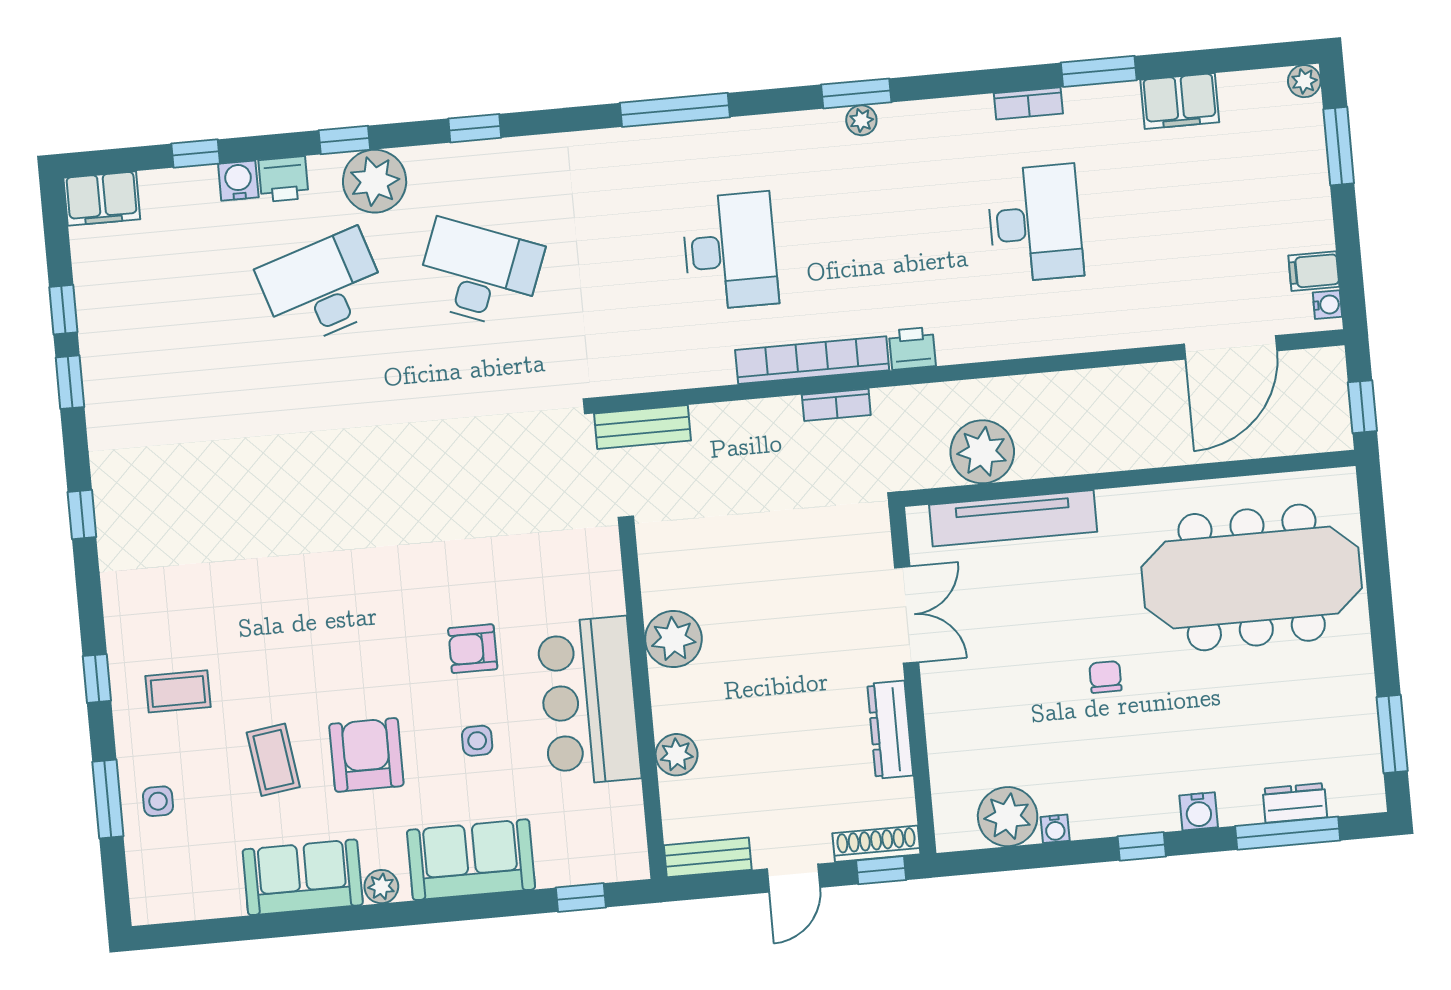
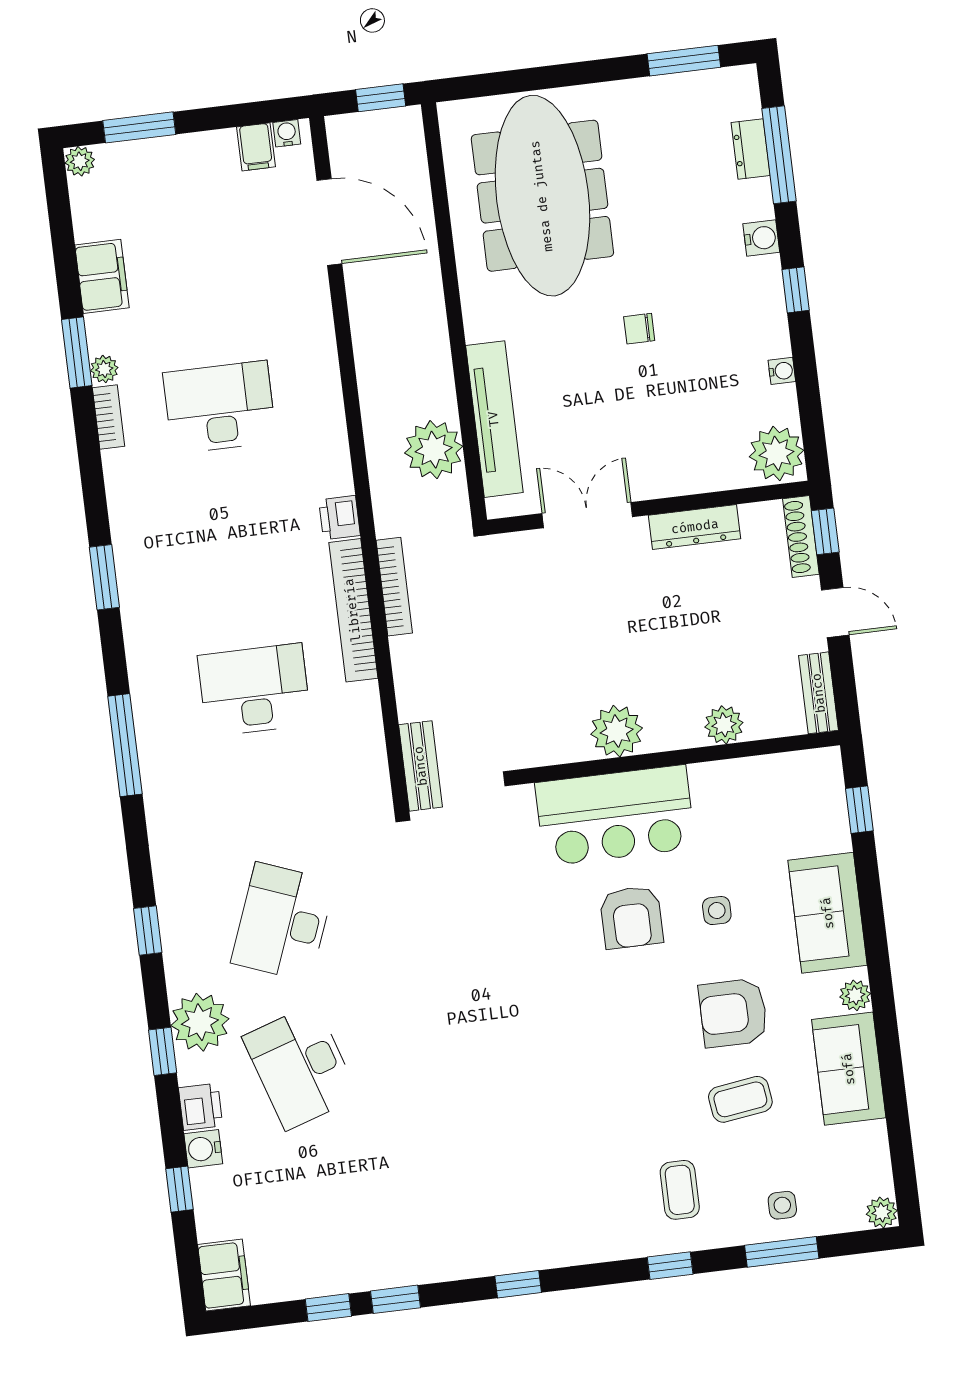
plant: (861, 120) -> (104, 369), moved
bookcase: (836, 405) -> (394, 587), width x1.56
armchair: (473, 649) -> (631, 917), width x1.38, depth x1.38
bar counter: (589, 701) -> (615, 815), moved
plant: (1008, 817) -> (777, 453), moved
plant: (147, 908) -> (882, 1212), added

